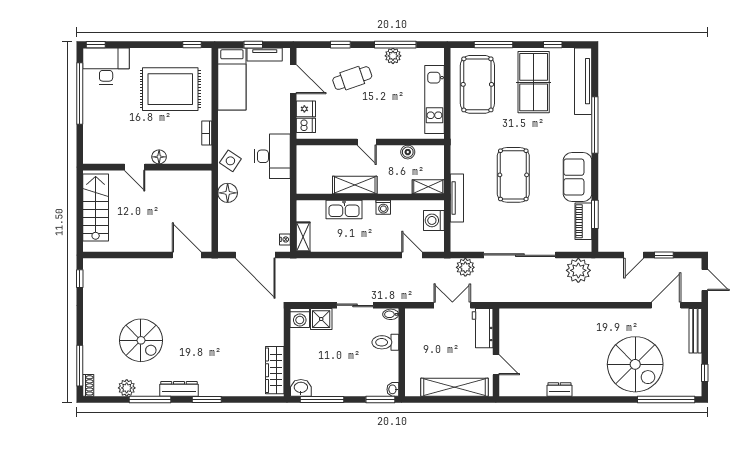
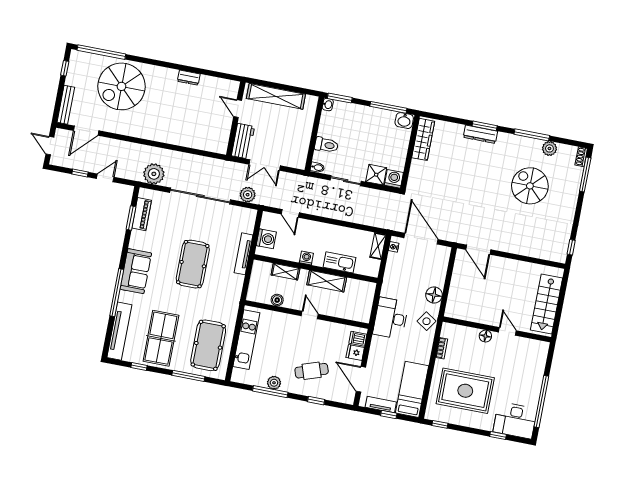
window: (96, 45) -> (498, 436), moved
sofa: (578, 177) -> (136, 271), moved
shelving: (428, 187) -> (285, 272), moved
spiral stairs: (635, 364) -> (121, 86), turned -90
dresser: (179, 389) -> (480, 134), moved

